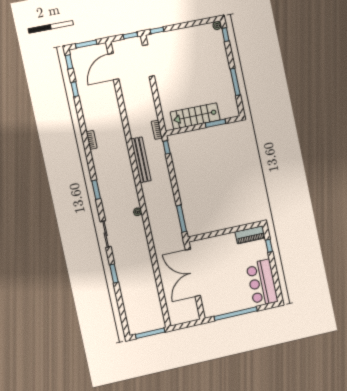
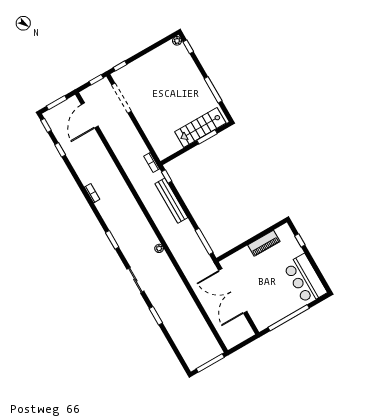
stairs: (195, 116) -> (200, 127), moved
bench: (141, 160) -> (171, 201), moved
piano: (250, 235) -> (264, 243), moved

